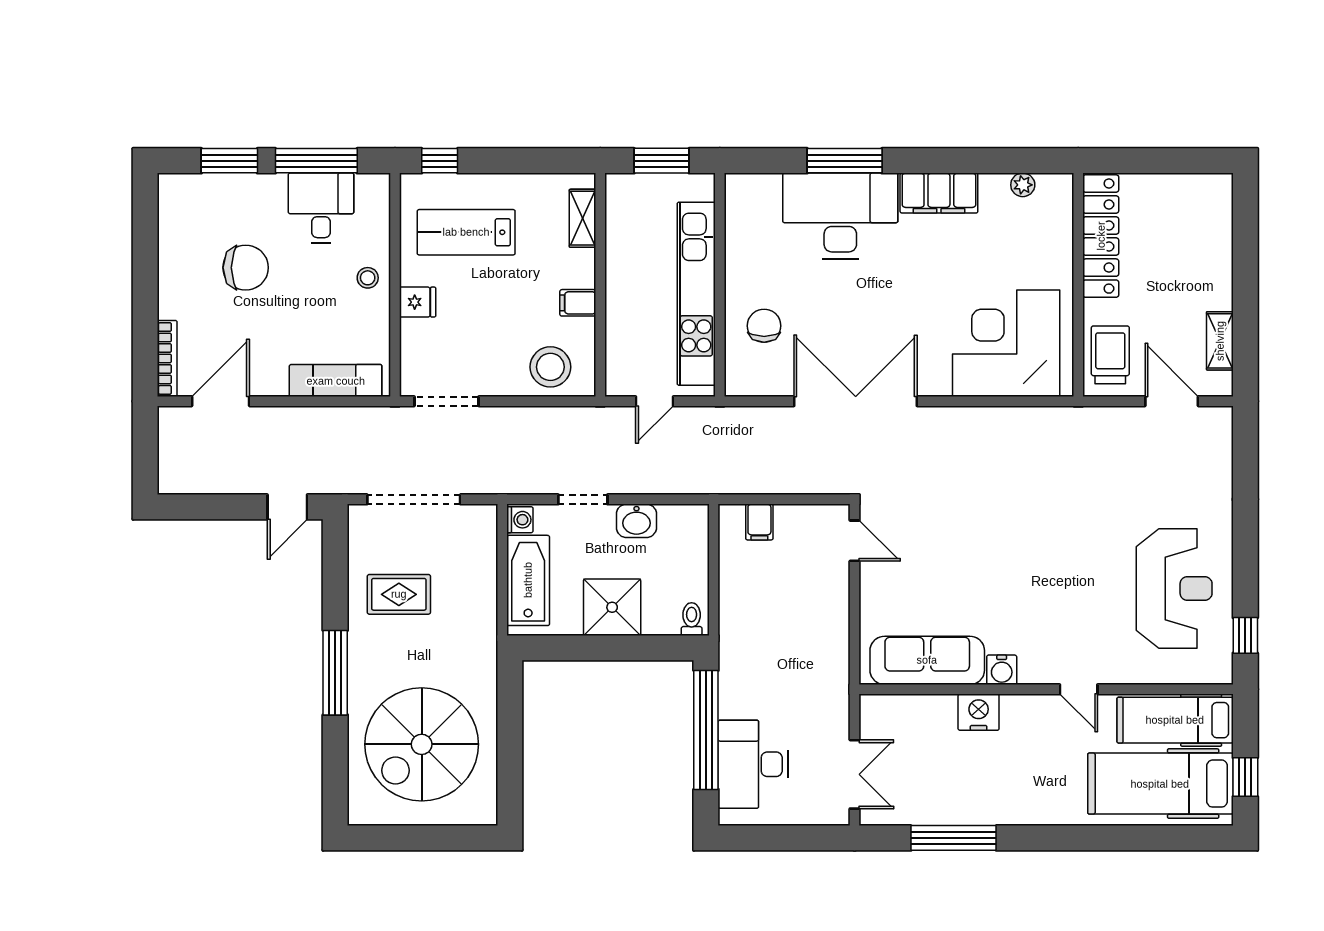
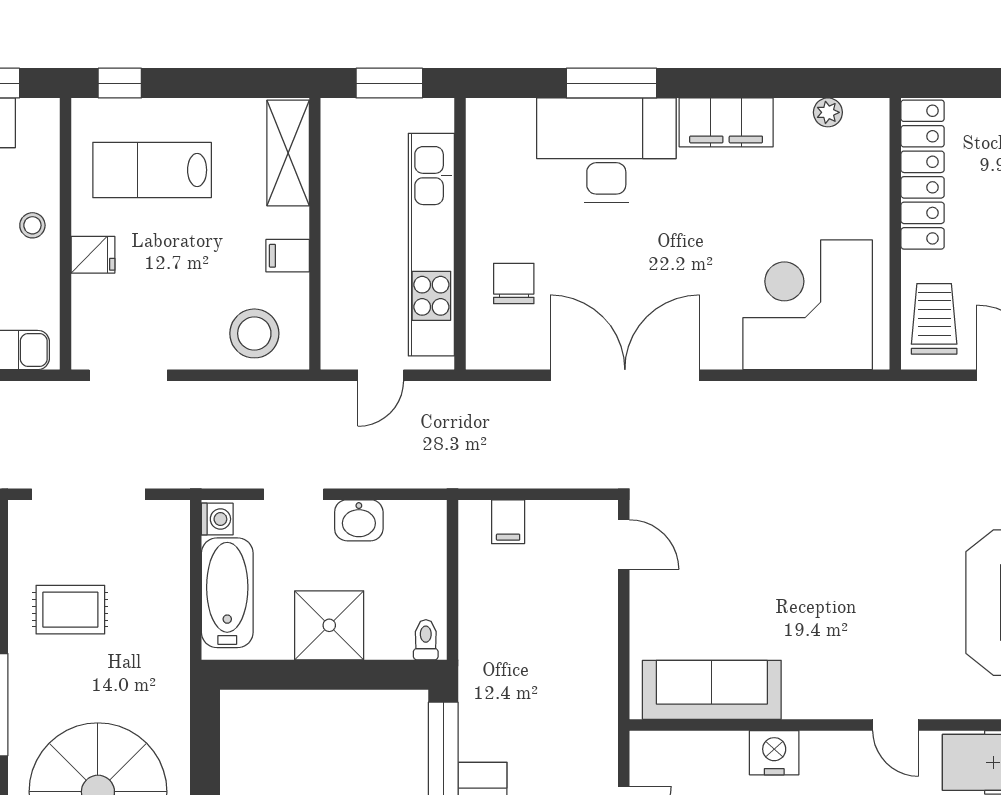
shelving: (583, 218) -> (288, 153), width x1.50, depth x1.33
water cooler: (1002, 670) -> (802, 701), removed

